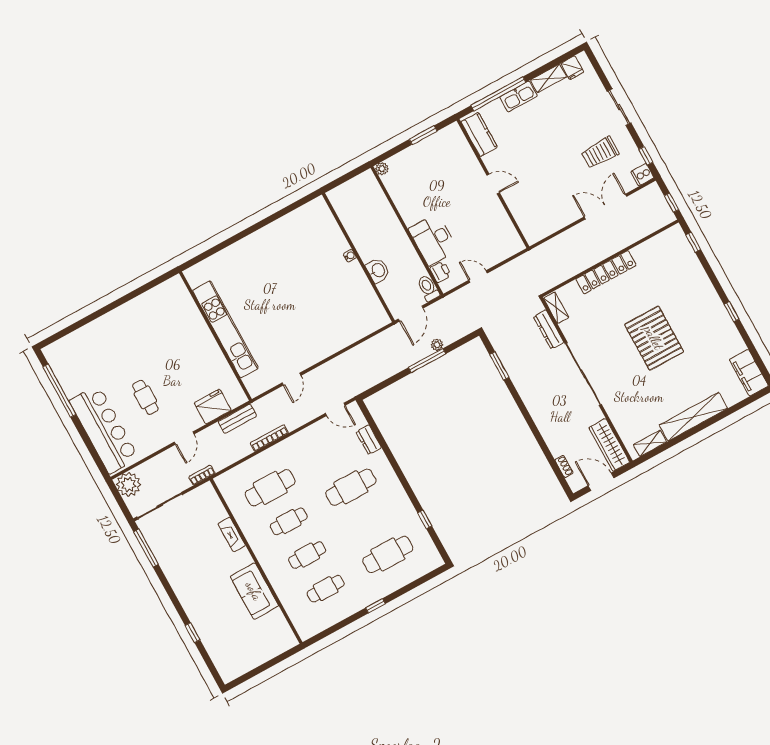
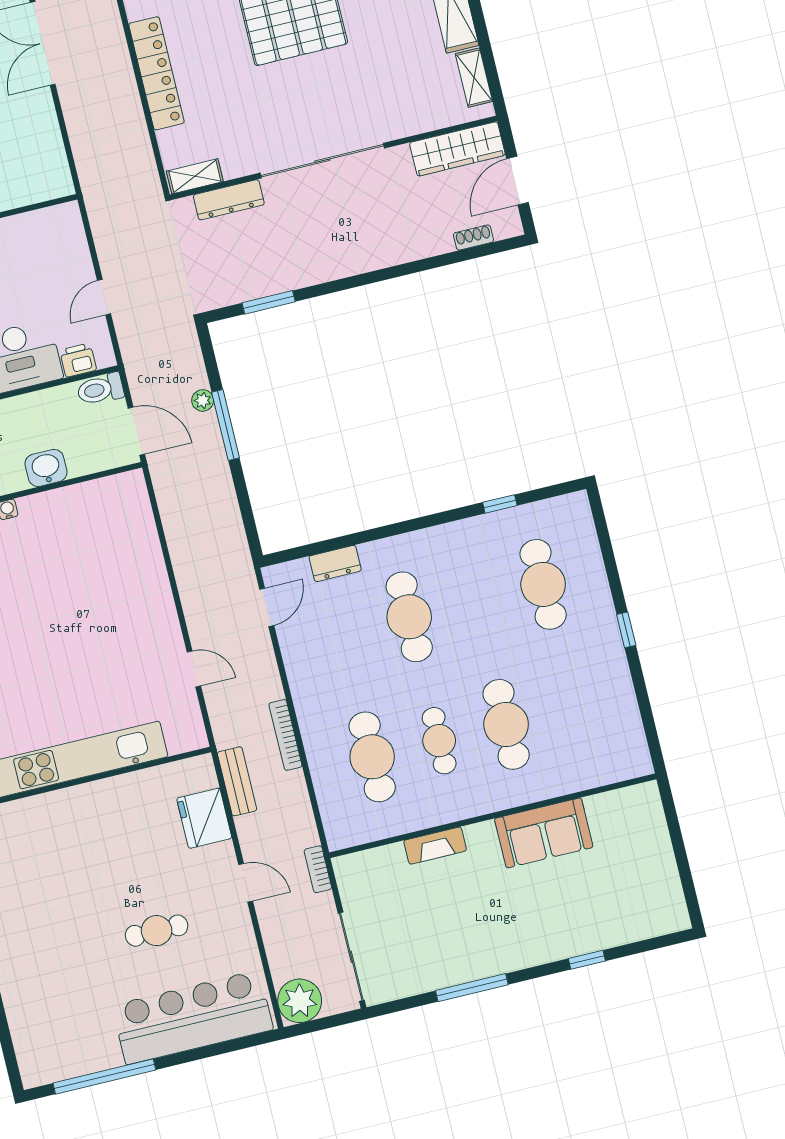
window: (146, 548) -> (472, 988), moved
cafe table: (307, 555) -> (506, 724), width x1.37, depth x1.35
cafe table: (326, 589) -> (573, 708), removed

